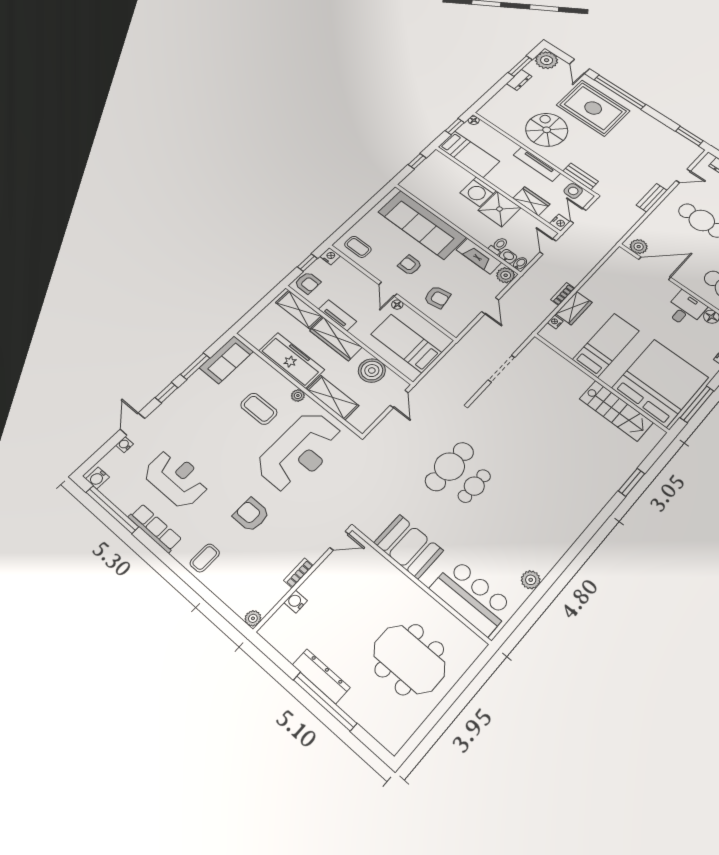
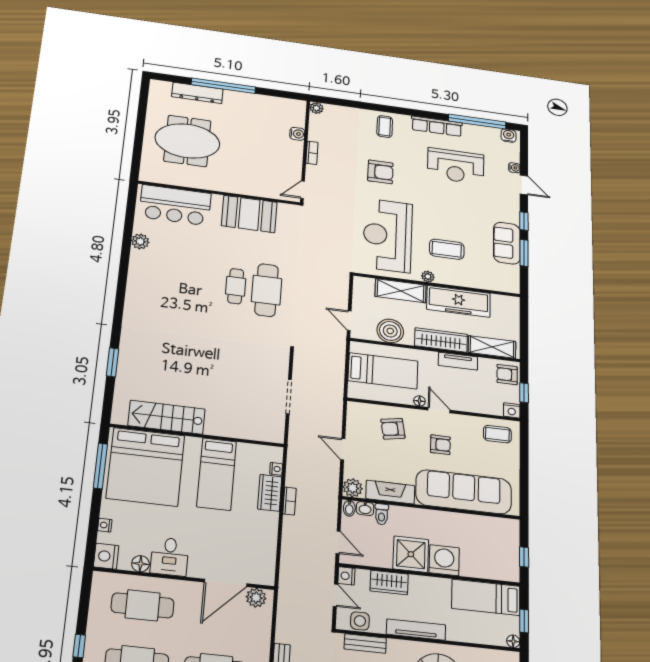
sofa: (226, 360) -> (507, 243), moved
dresser: (321, 676) -> (197, 93), moved

